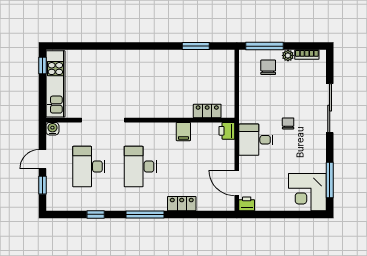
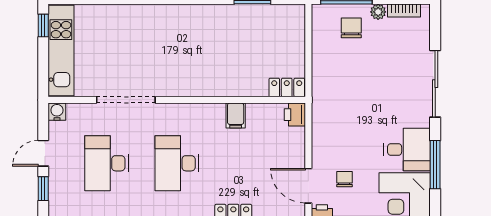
locker: (207, 111) -> (287, 88), moved
chair: (288, 123) -> (344, 179), moved
desk: (256, 140) -> (407, 149), moved, turned 180
window: (330, 180) -> (435, 165), moved

